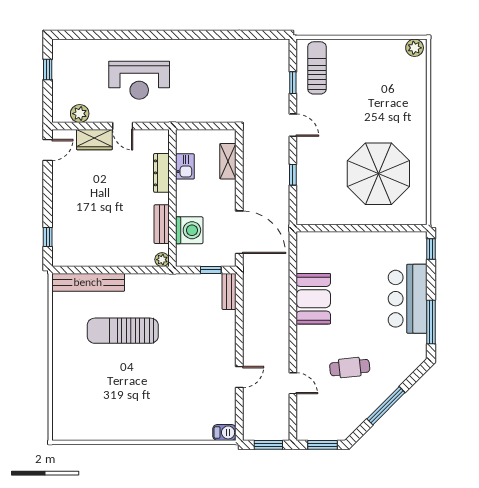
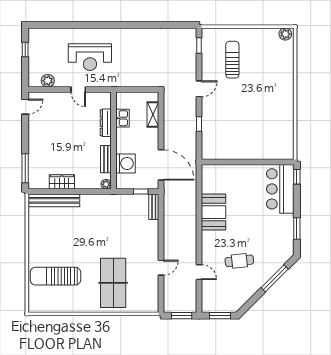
sun lounger: (317, 68) -> (232, 60), moved
window: (293, 83) -> (199, 45), moved
door: (293, 125) -> (199, 89), hinge flipped
wardrobe: (94, 140) -> (62, 182), moved, turned 180
parasol: (378, 174) -> (260, 123), removed
window: (48, 237) -> (25, 168), width x2.17
bar counter: (408, 299) -> (280, 189), moved
window: (431, 322) -> (297, 229), width x0.69
sun lounger: (123, 331) -> (55, 276), moved
table tennis table: (172, 399) -> (113, 283), added
window: (386, 406) -> (275, 278), moved
barbecue: (224, 432) -> (150, 307), removed

